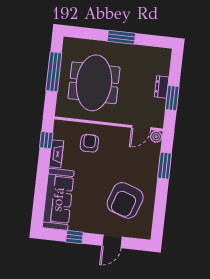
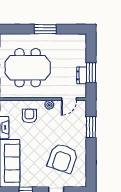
meeting table: (94, 83) -> (28, 68), turned 90
dresser: (162, 87) -> (82, 75), moved
plant: (156, 137) -> (49, 105), moved

